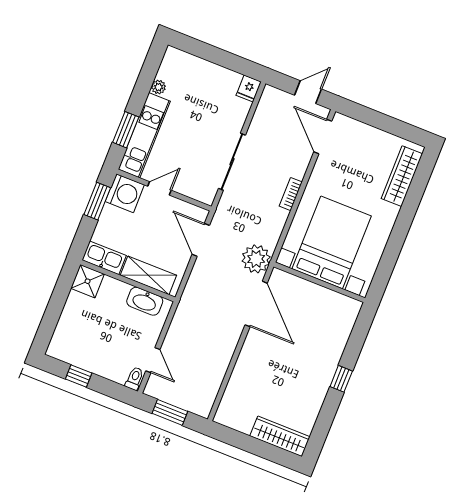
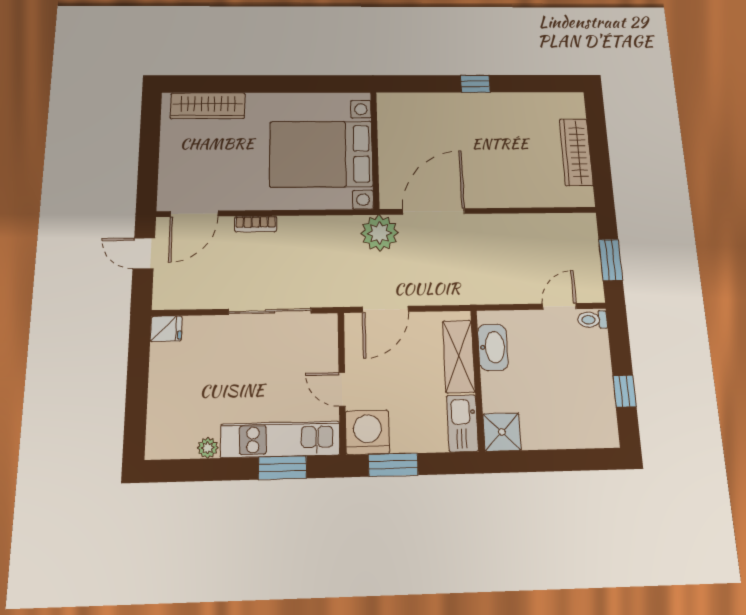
bookcase: (291, 194) -> (256, 224), moved
wardrobe: (280, 436) -> (576, 152), moved

